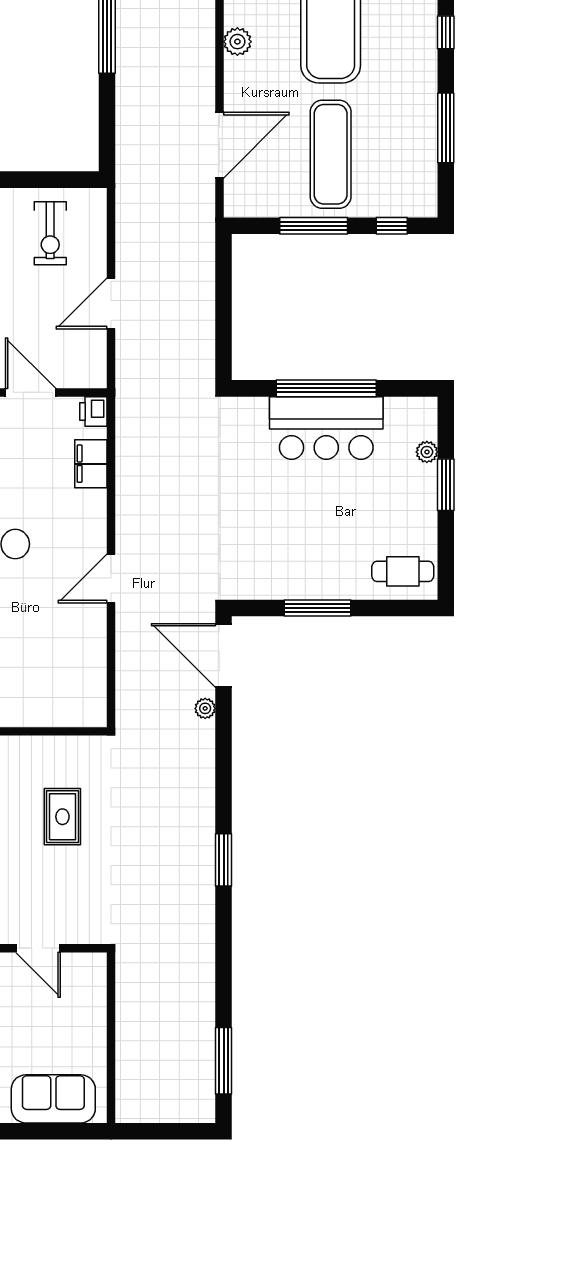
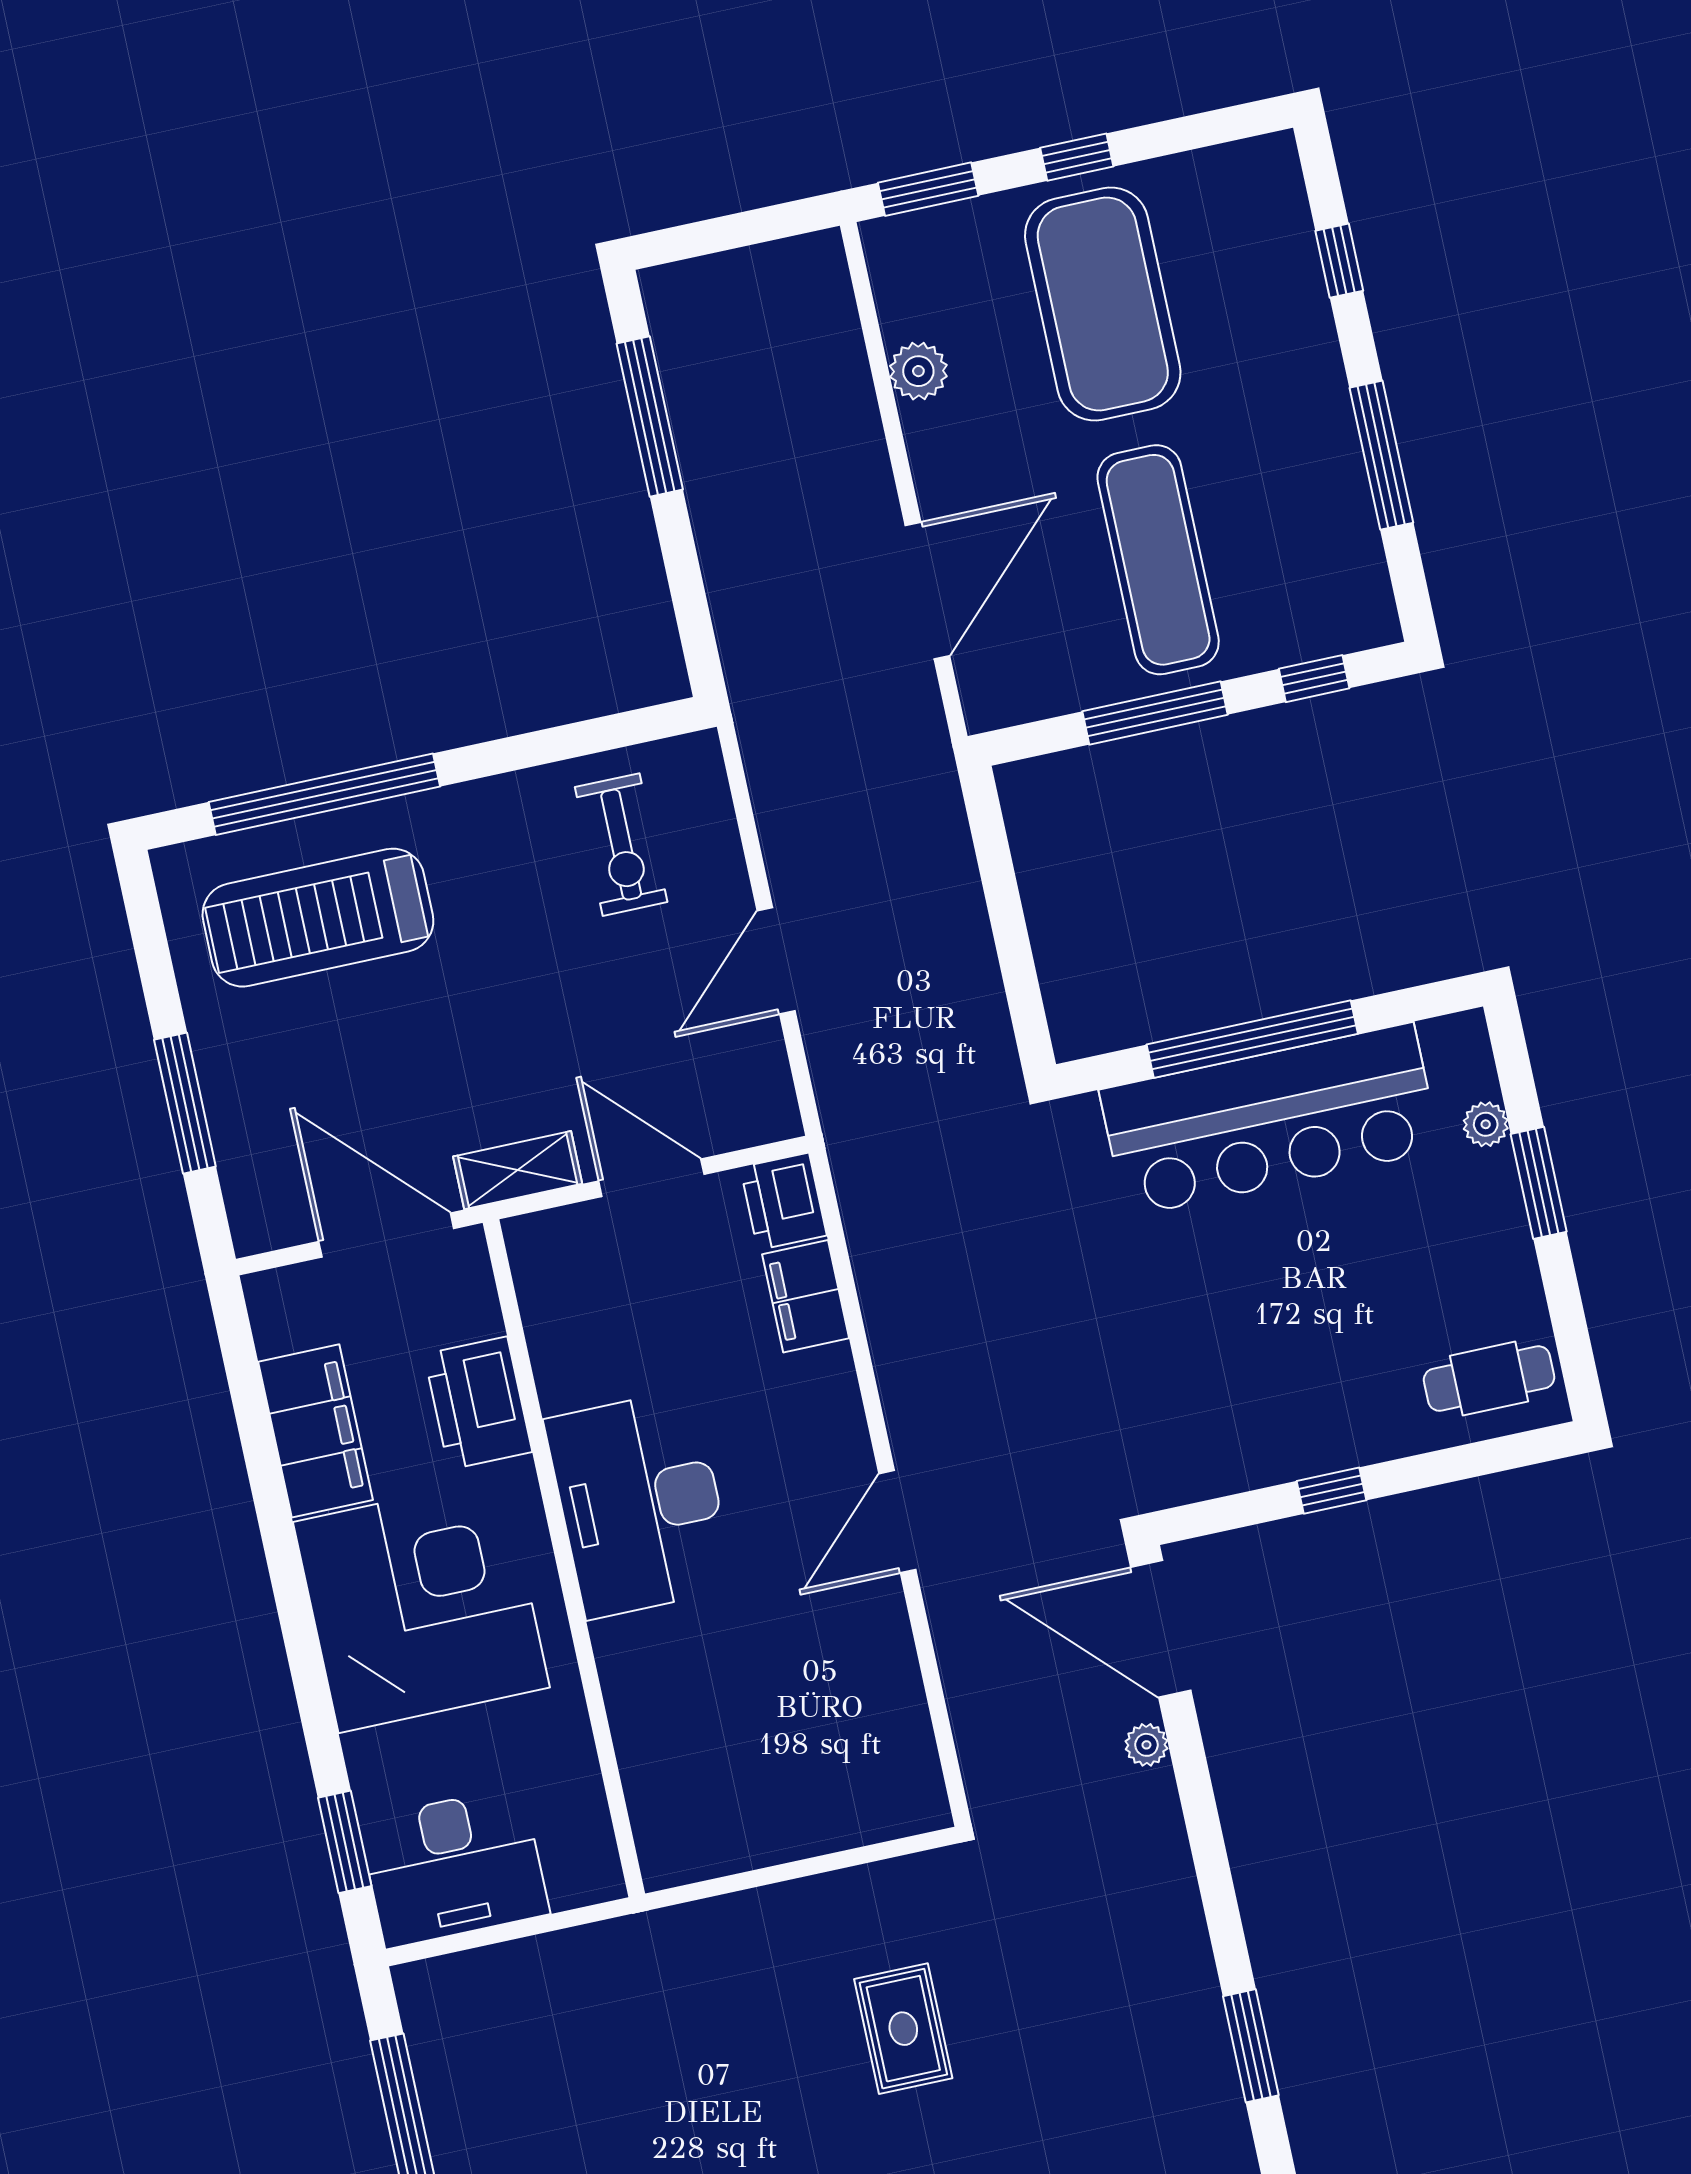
printer: (93, 411) -> (783, 1201), width x1.36, depth x1.24
bar counter: (326, 428) -> (1270, 1120), width x1.36
window: (318, 608) -> (1331, 1491), width x0.46

